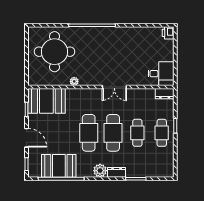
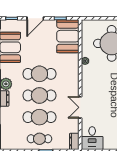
double door: (114, 87) -> (80, 107), moved
cafe table: (137, 133) -> (39, 117), width x1.37, depth x1.35

